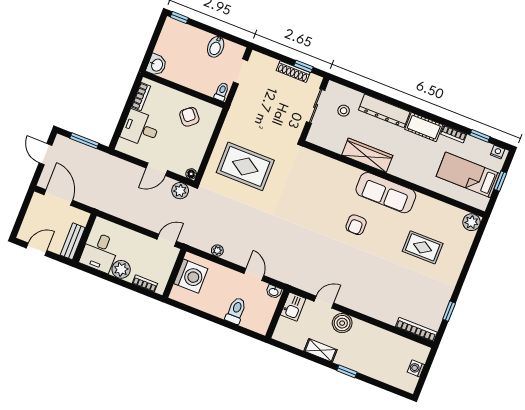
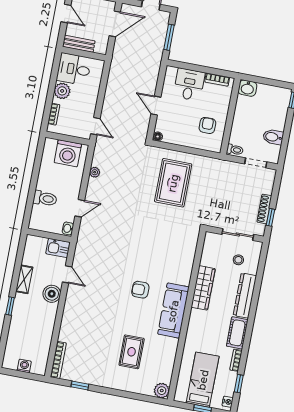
armchair: (189, 117) -> (207, 125), turned -50
plant: (180, 191) -> (141, 130), removed

